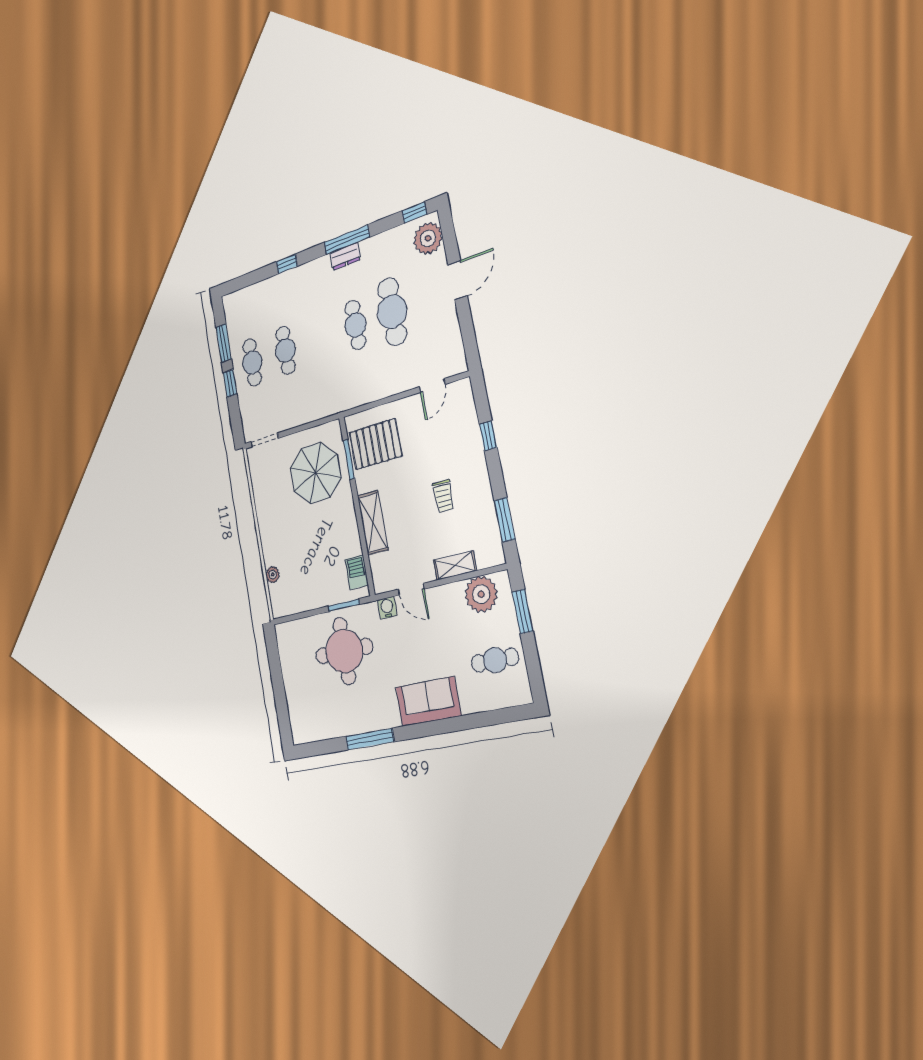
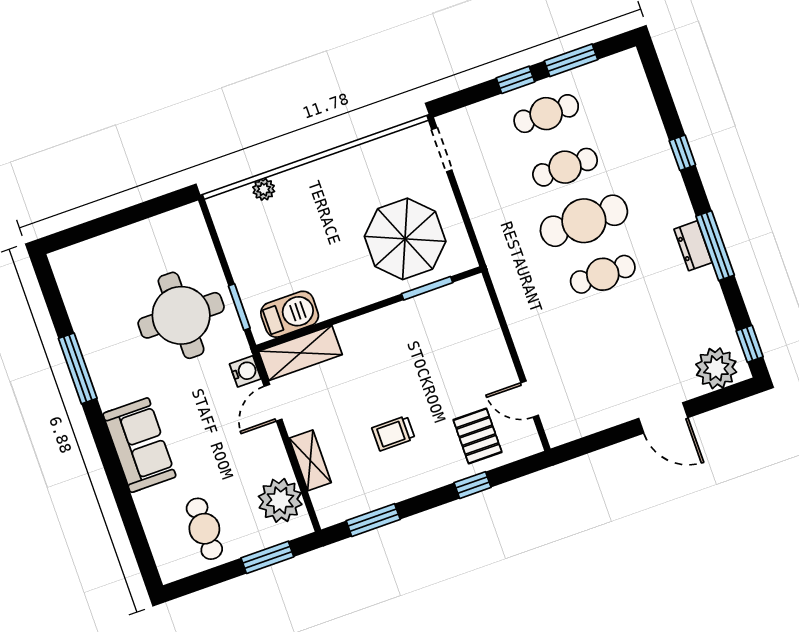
cafe table: (392, 312) -> (584, 221), moved
pallet: (376, 444) -> (478, 436), moved, width x0.67, depth x0.71
shelving: (373, 523) -> (300, 353), moved
barbecue: (357, 572) -> (290, 314), width x1.38, depth x1.27

